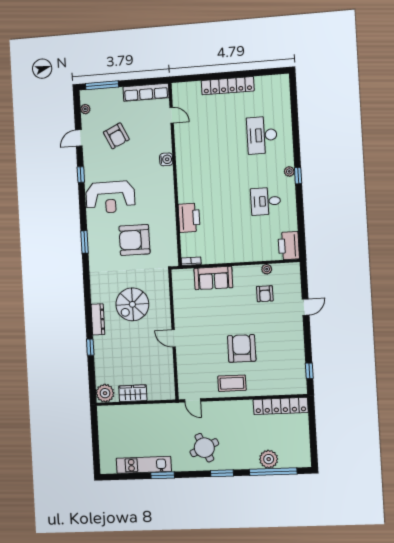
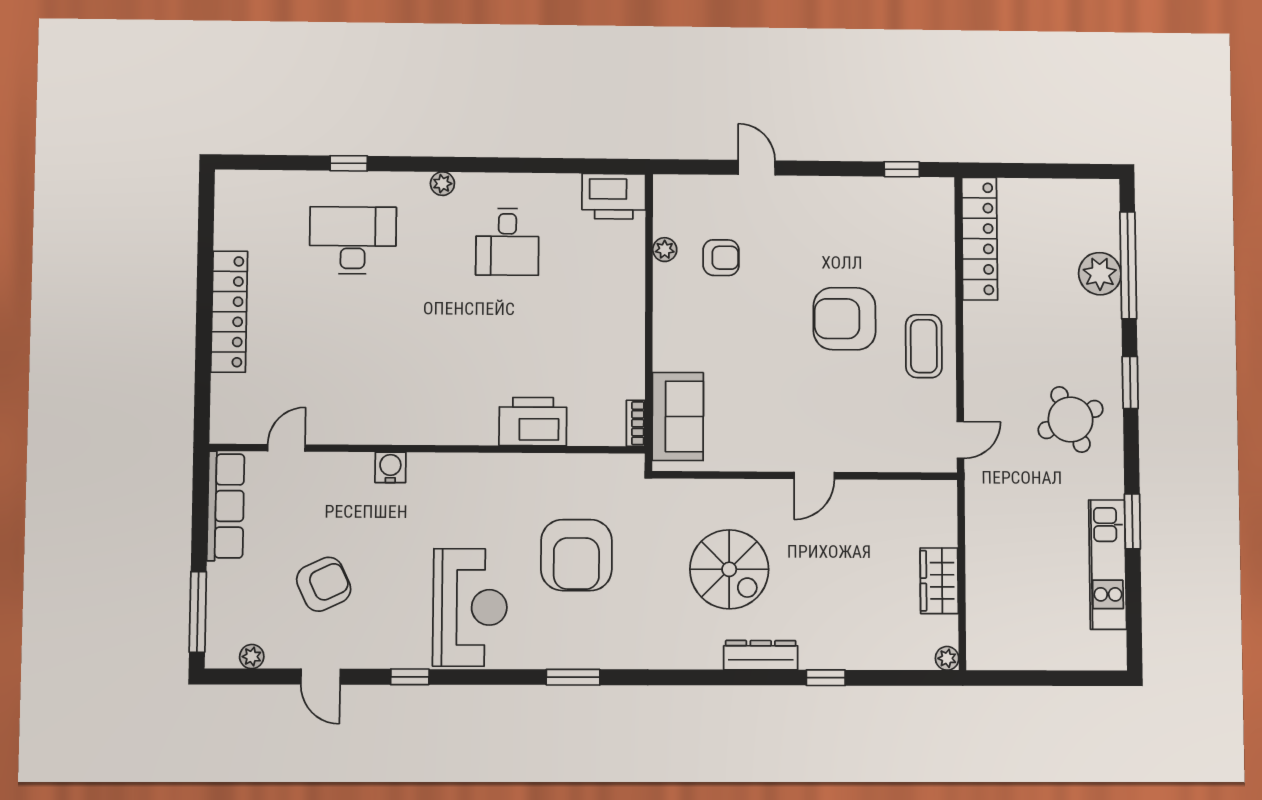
desk: (262, 135) -> (353, 240), turned 180
window: (298, 176) -> (349, 163), moved
sofa: (213, 278) -> (678, 416), moved
plant: (105, 393) -> (947, 658), width x0.53, depth x0.53

